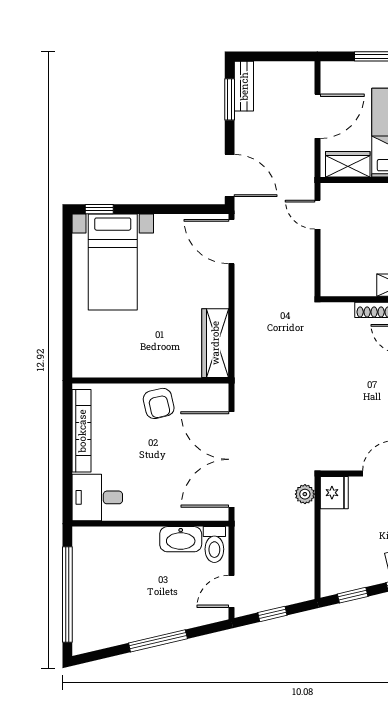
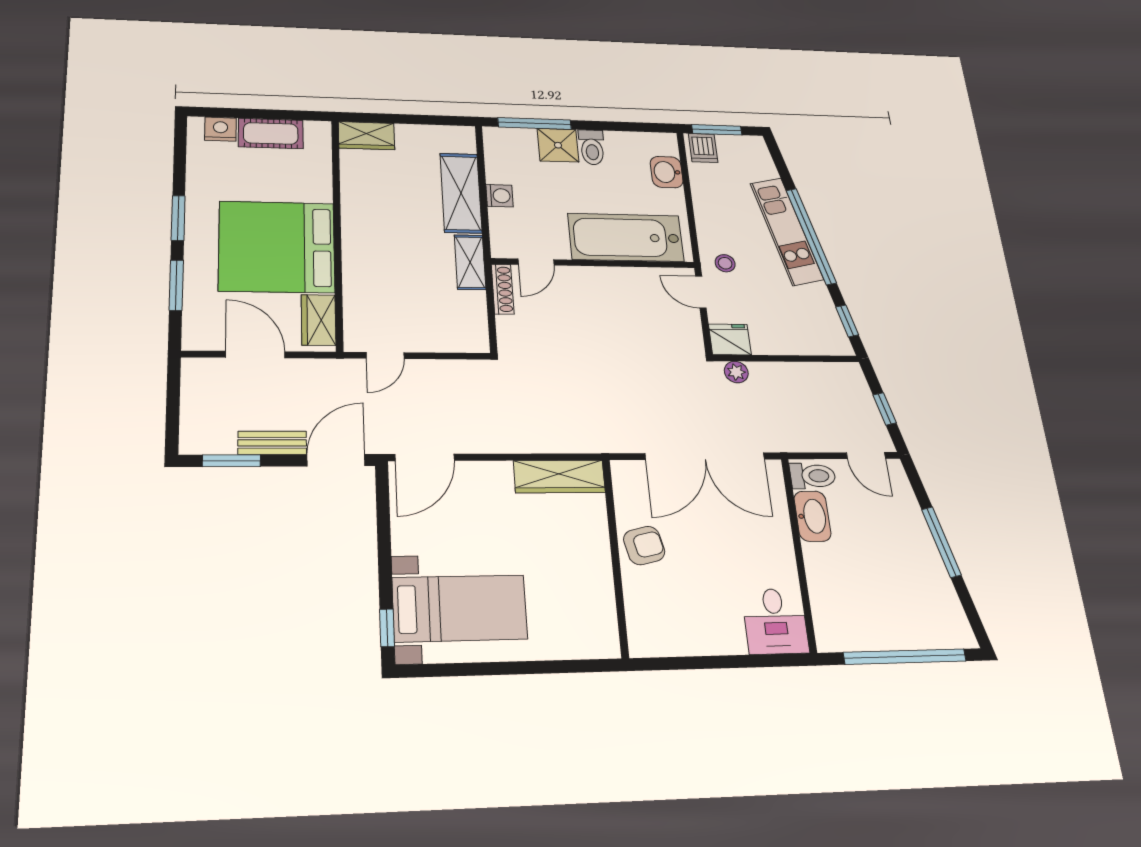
bench: (244, 86) -> (272, 443), moved
bookcase: (82, 431) -> (691, 644), removed

